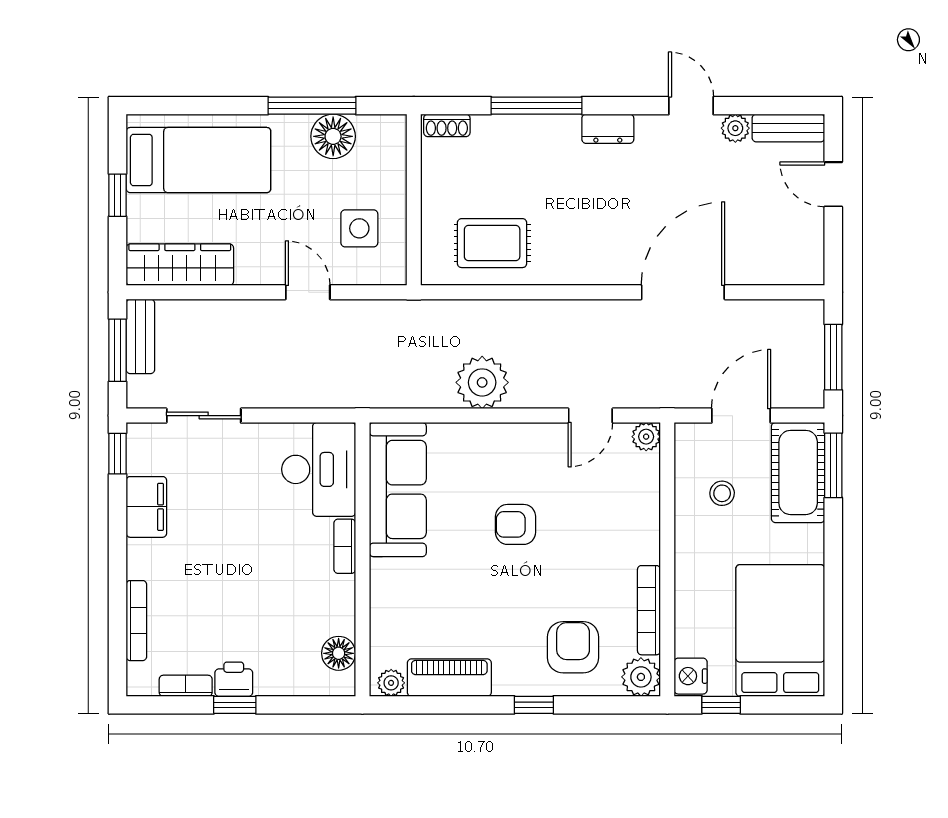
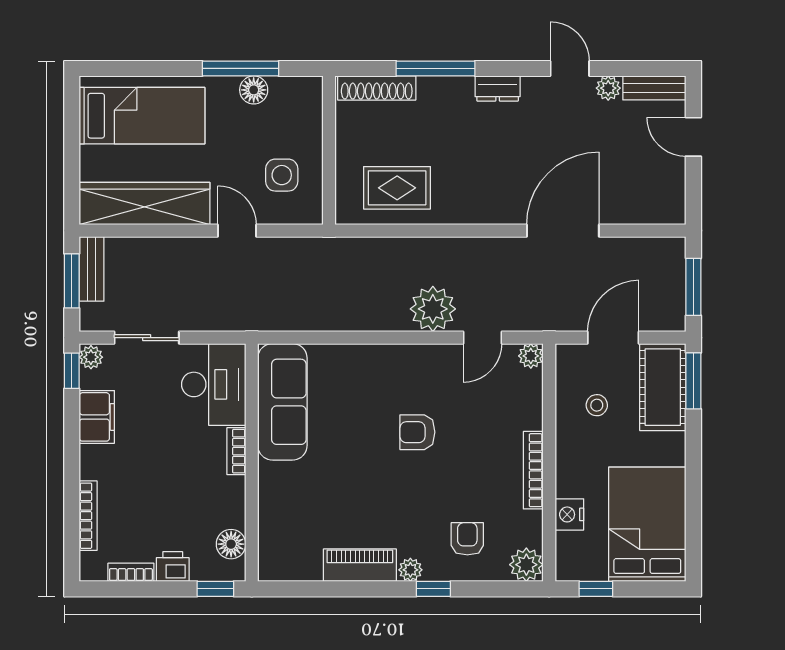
shoe rack: (447, 125) -> (377, 88), width x1.94, depth x1.24
floor lamp: (333, 136) -> (254, 90), width x0.73, depth x0.73
window: (118, 195) -> (72, 146), removed
wardrobe: (180, 265) -> (145, 203), width x1.40, depth x1.17
plant: (482, 382) -> (433, 309), moved
plant: (140, 438) -> (91, 357), added
desk: (319, 469) -> (214, 384), moved
sofa: (398, 489) -> (282, 402), moved
bookcase: (345, 546) -> (236, 451), moved
wall: (362, 559) -> (252, 463), moved
bookcase: (649, 610) -> (533, 470), moved
armchair: (573, 647) -> (467, 539), width x0.72, depth x0.72
floor lamp: (339, 653) -> (231, 544), moved
nightstand: (691, 676) -> (569, 514), moved
plant: (391, 683) -> (410, 570), moved
window: (235, 705) -> (215, 589), moved

